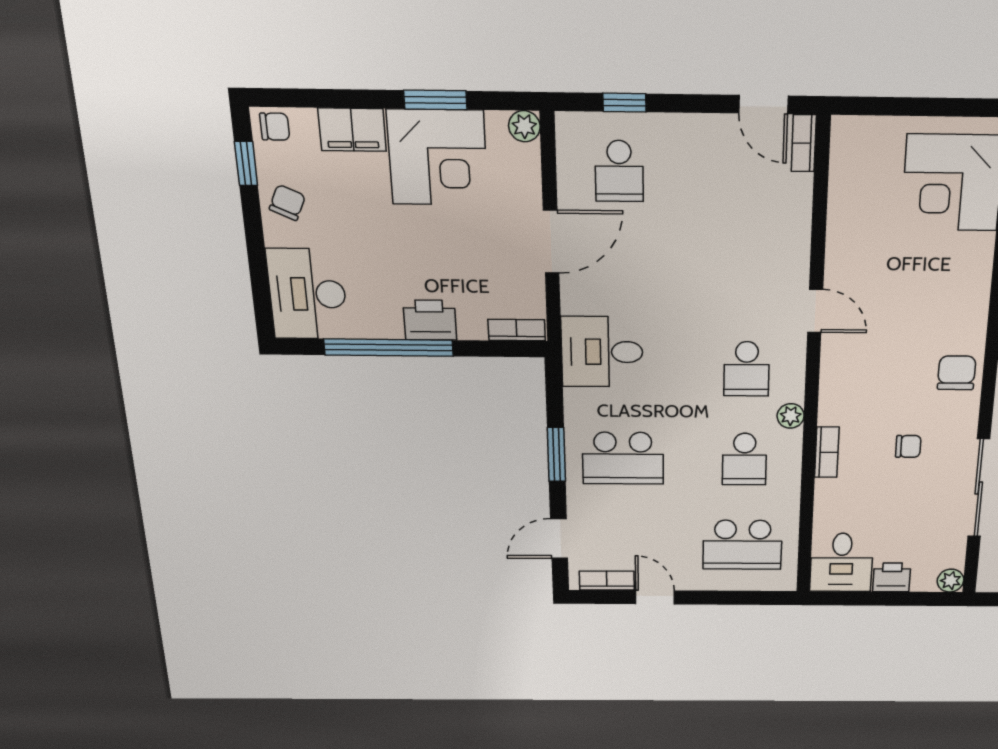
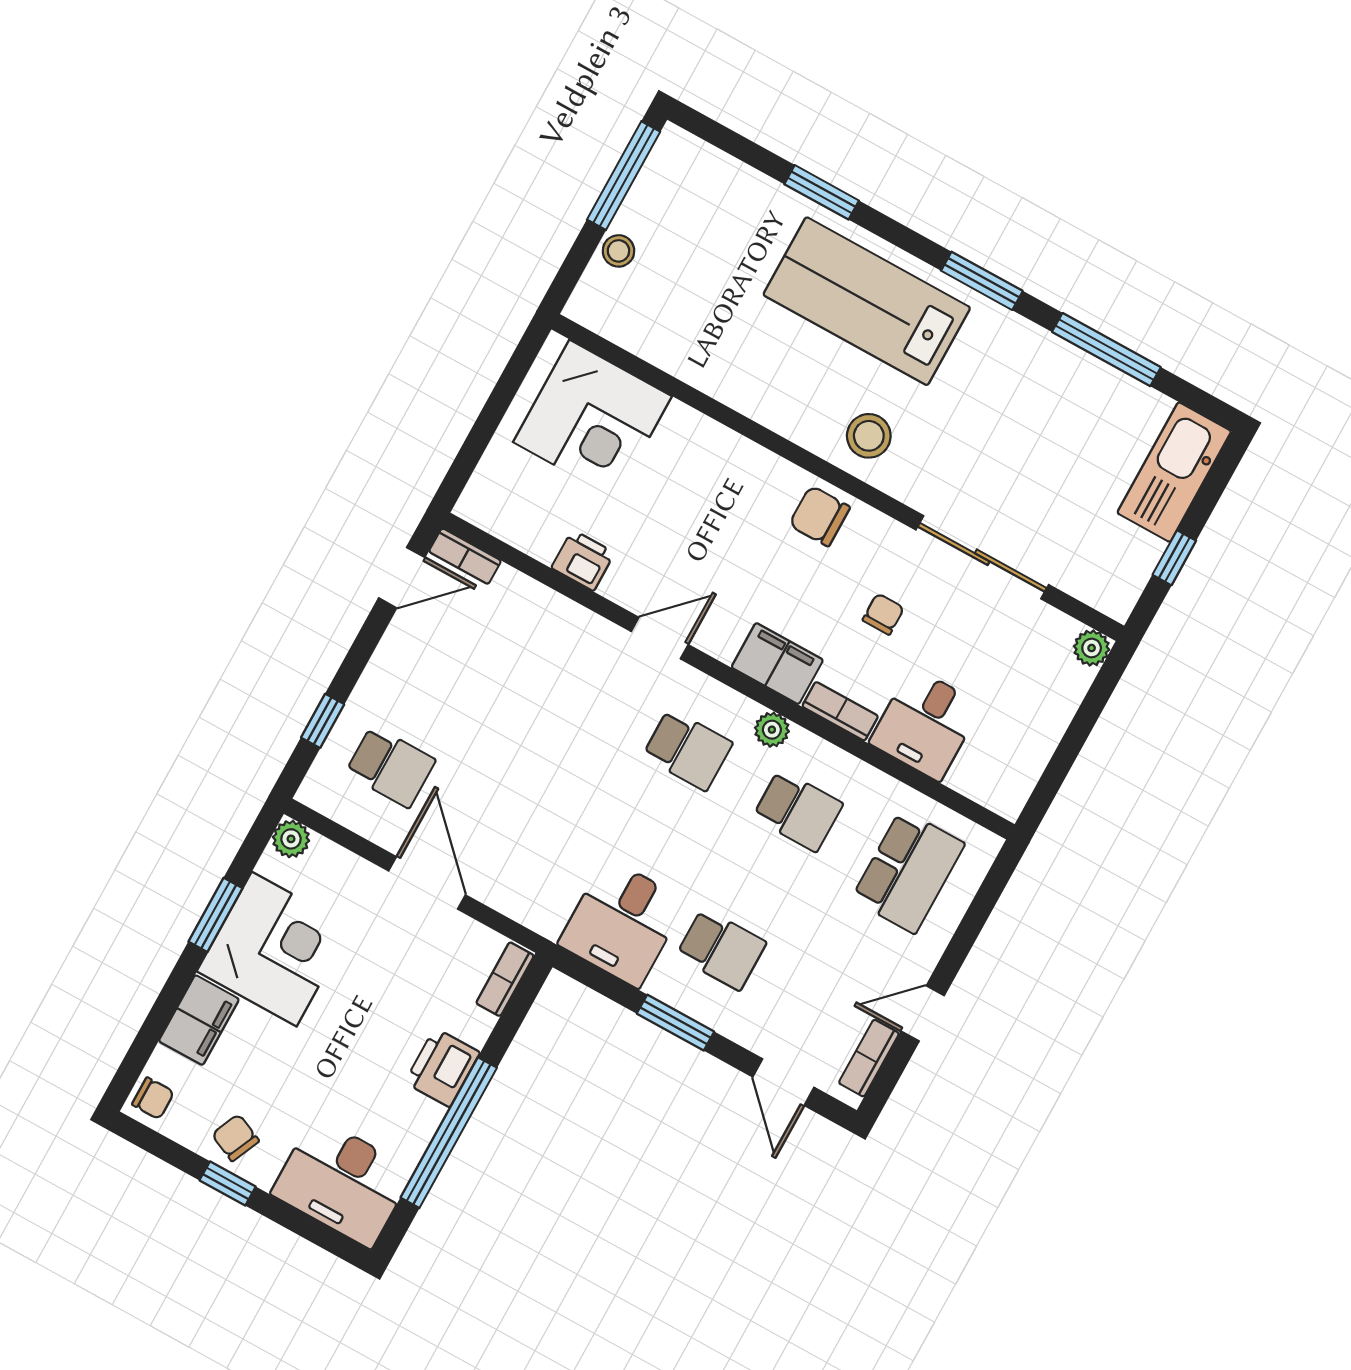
chair: (275, 127) -> (153, 1098), turned 90
window: (246, 164) -> (228, 1184), moved
desk: (602, 352) -> (622, 923), moved
filing cabinet: (838, 397) -> (777, 664), added
school desk: (623, 458) -> (721, 949), width x0.54
desk: (841, 562) -> (926, 724), moved, turned 90
printer: (892, 577) -> (583, 560), moved, turned 90

